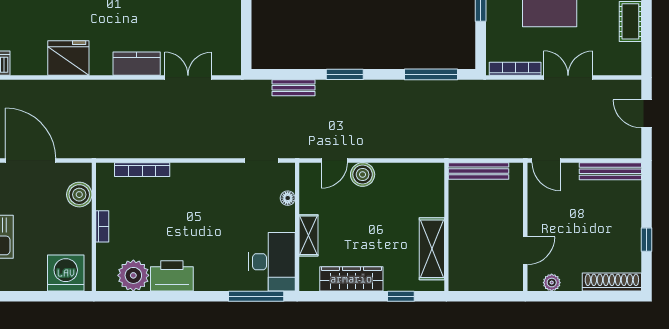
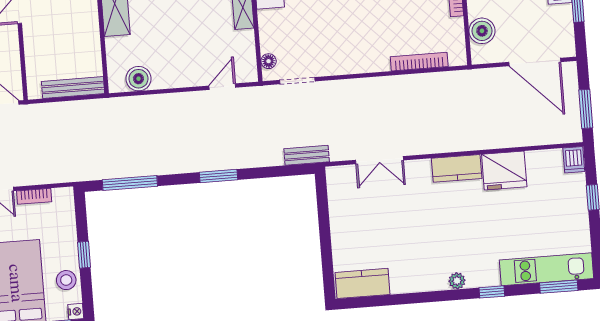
kitchen counter: (137, 64) -> (457, 168), moved
bookcase: (515, 69) -> (34, 196), width x0.64
bench: (293, 88) -> (307, 155), moved
boiler: (363, 174) -> (138, 79), moved
floor lamp: (288, 198) -> (269, 61), moved

